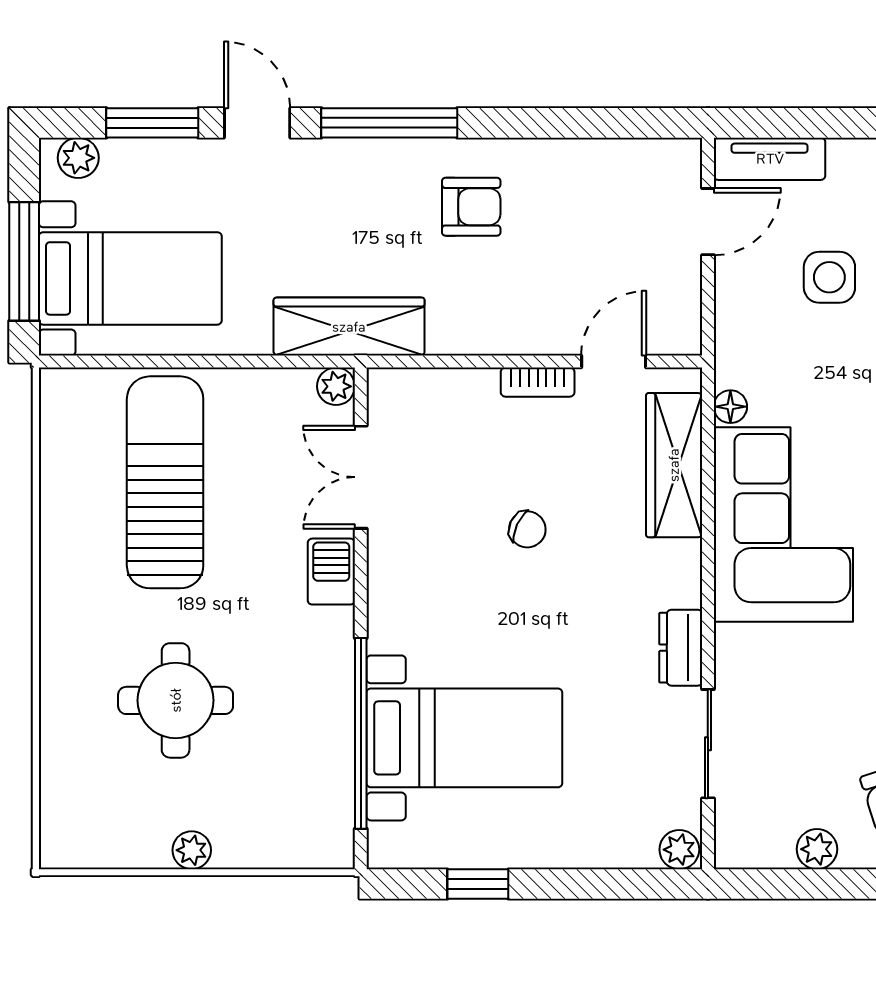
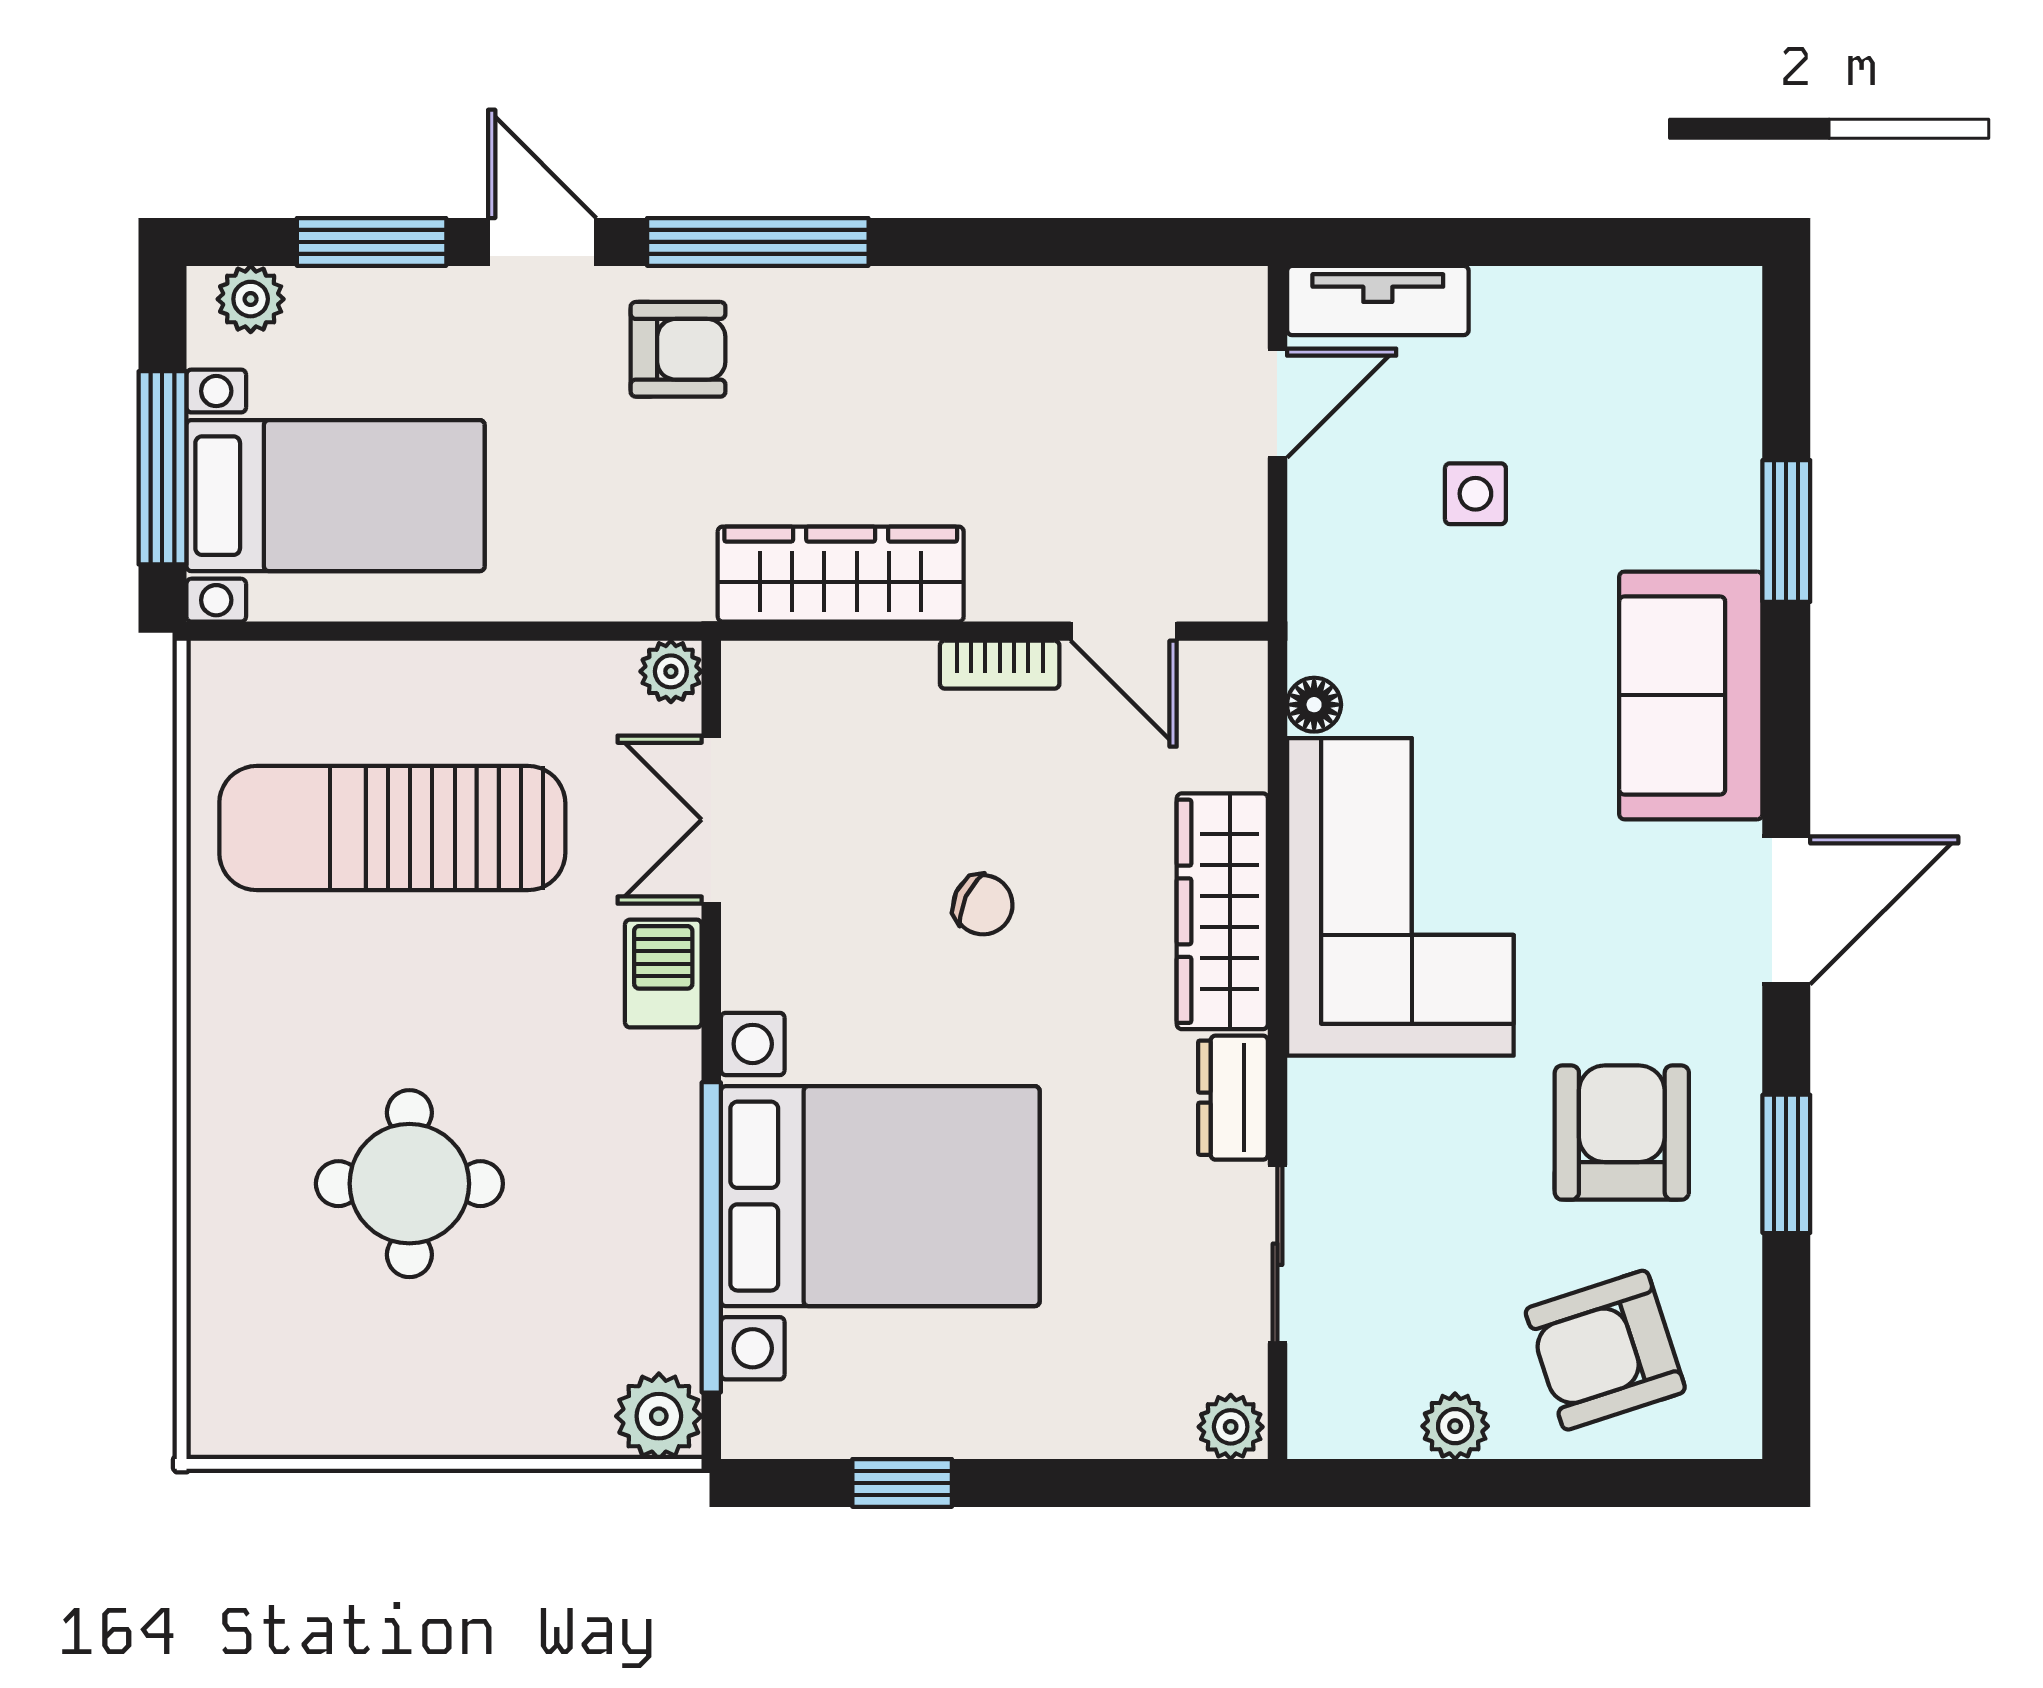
armchair: (471, 207) -> (678, 349), moved
side table: (829, 277) -> (1475, 494), width x0.73, depth x0.73
wardrobe: (349, 327) -> (841, 574), moved
door: (614, 362) -> (1124, 631), swing flipped
wardrobe: (674, 465) -> (1222, 911), moved
sun lounger: (165, 482) -> (392, 828), turned -90
bed with nightstands: (464, 738) -> (880, 1196), width x1.36
plant: (192, 850) -> (659, 1416), moved, width x1.38, depth x1.38

